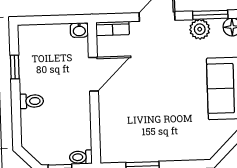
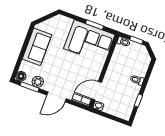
door: (93, 74) -> (97, 91), moved
corner sofa: (139, 134) -> (89, 42), added

